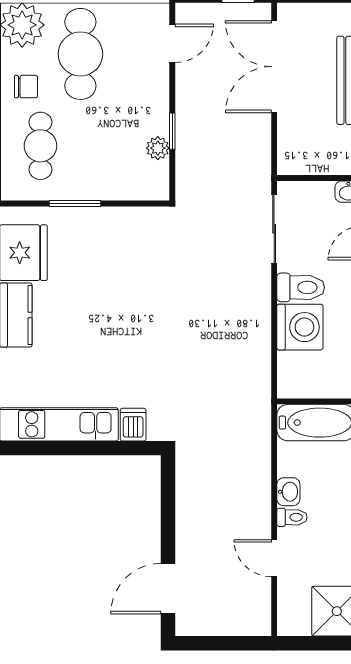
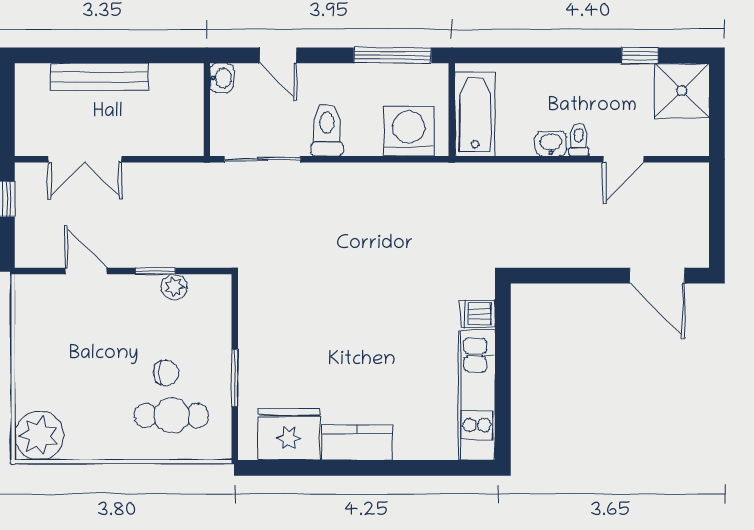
door: (172, 43) -> (86, 271), moved
cafe table: (80, 54) -> (71, 372), removed
double door: (274, 67) -> (85, 159), width x0.73
chair: (26, 87) -> (166, 373), moved, turned 90
washing machine: (300, 327) -> (409, 131), moved

